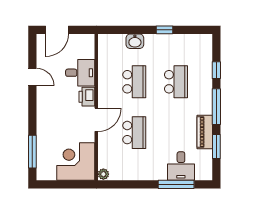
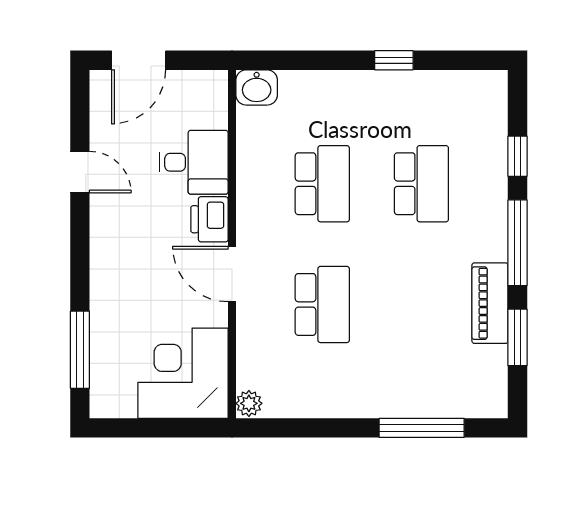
washbasin: (135, 41) -> (257, 87), moved
door: (96, 120) -> (232, 274), swing flipped
desk: (181, 166) -> (433, 384), removed

